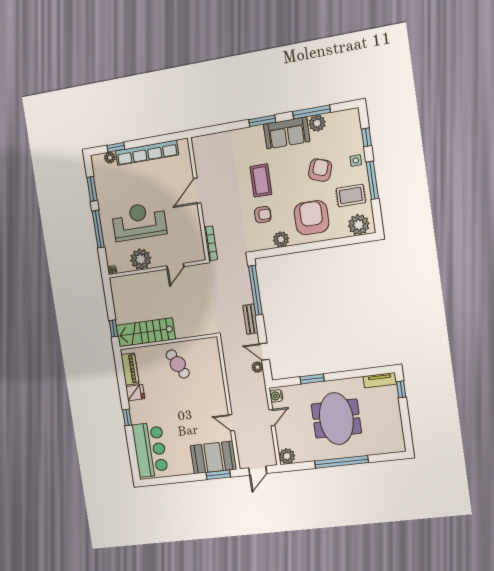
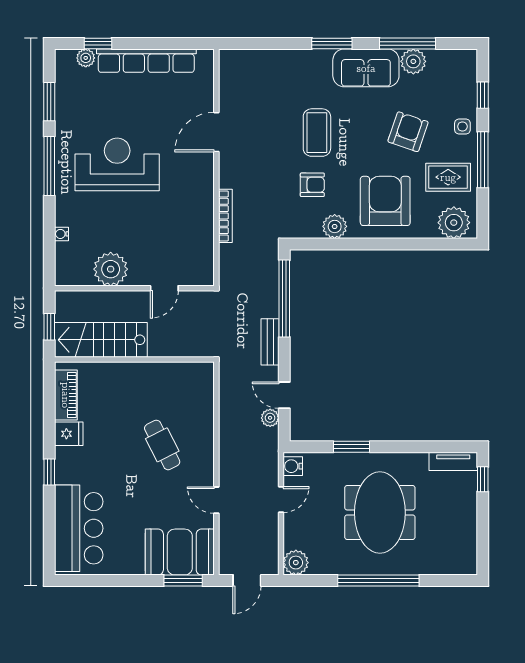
plant: (141, 259) -> (111, 269), moved
door: (175, 266) -> (164, 288), moved
wall: (157, 269) -> (134, 288), moved
cafe table: (178, 364) -> (162, 445), moved

